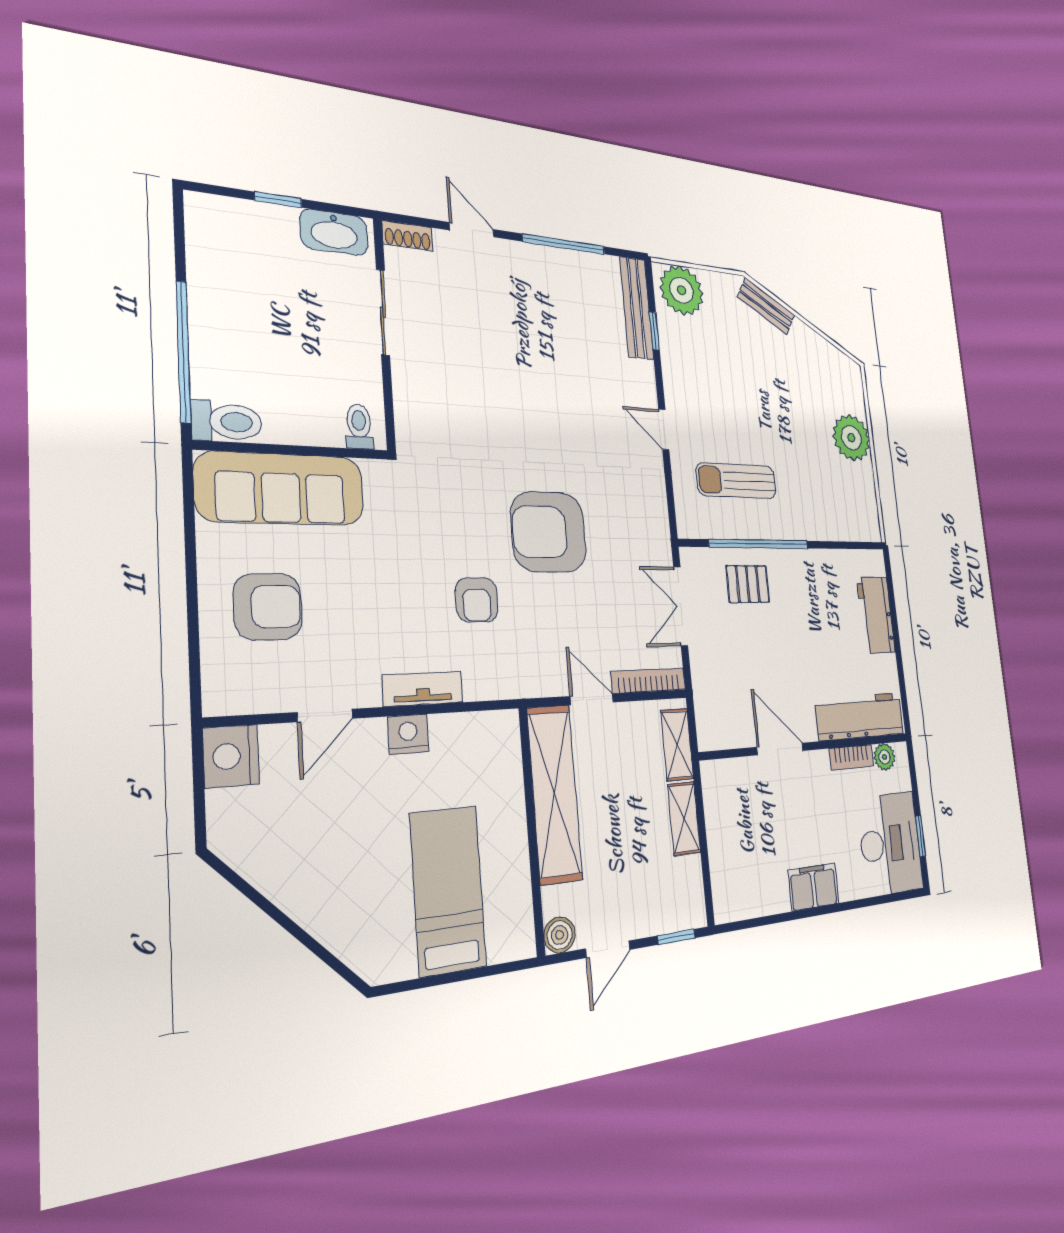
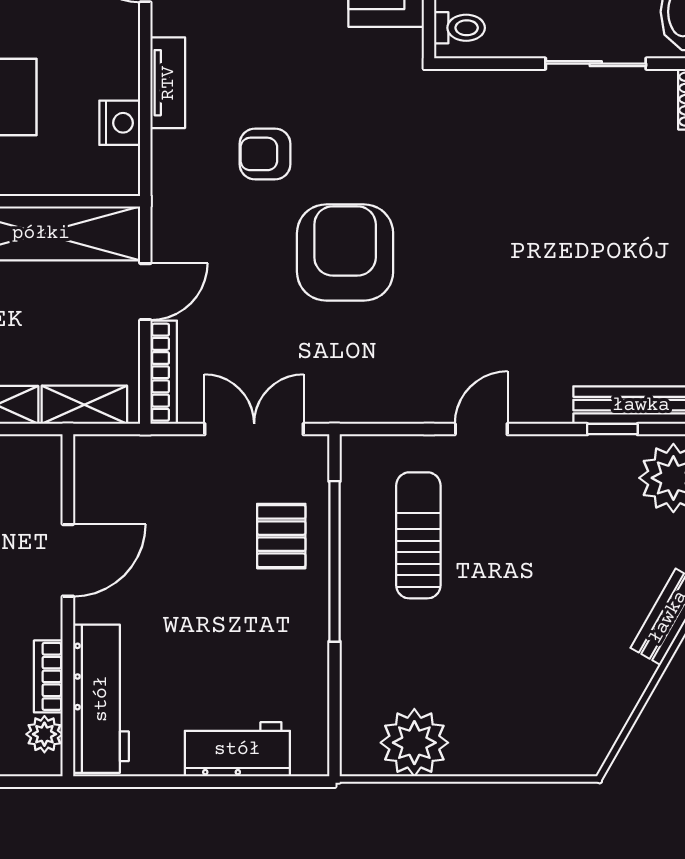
plant: (851, 438) -> (414, 743), moved
nightstand: (408, 734) -> (120, 123), moved

